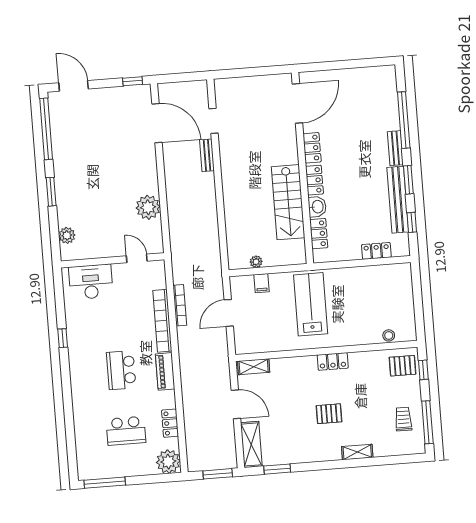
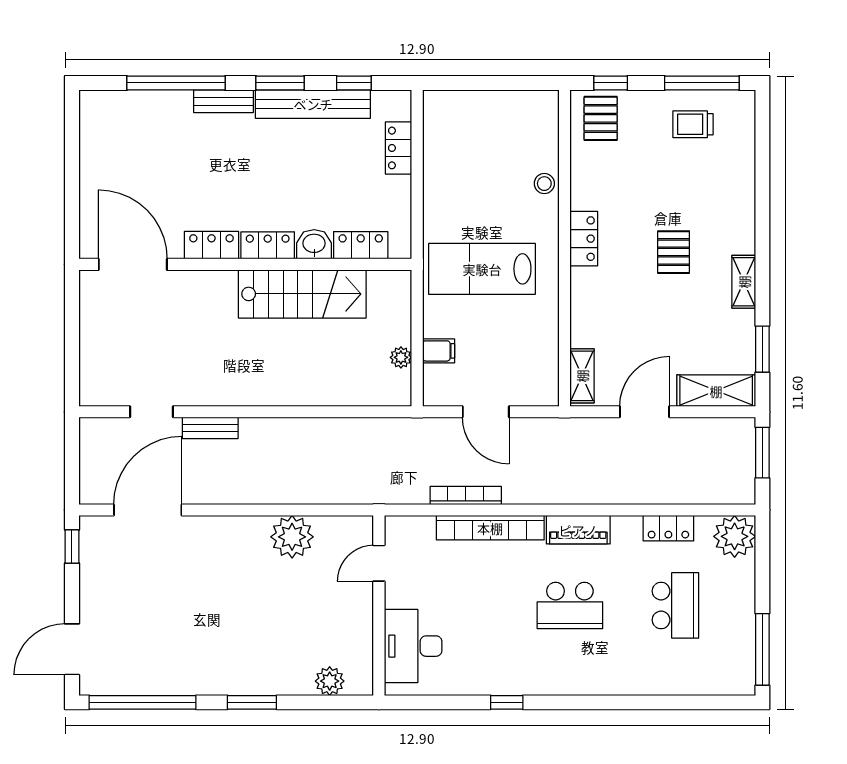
stool: (389, 335) -> (544, 184), moved
shelving: (357, 452) -> (744, 282), moved

